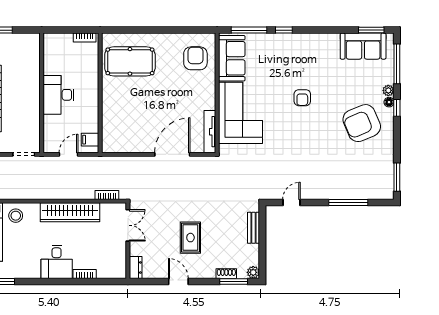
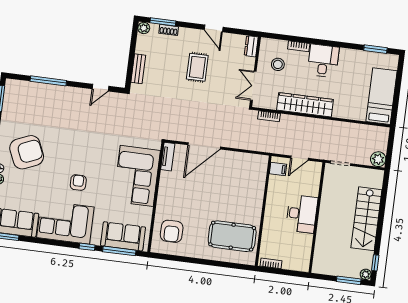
corner sofa: (311, 53) -> (65, 222), added
sofa: (232, 58) -> (123, 236), moved, turned 90
tv unit: (210, 132) -> (168, 157), width x0.71
stool: (16, 216) -> (278, 64), moved

